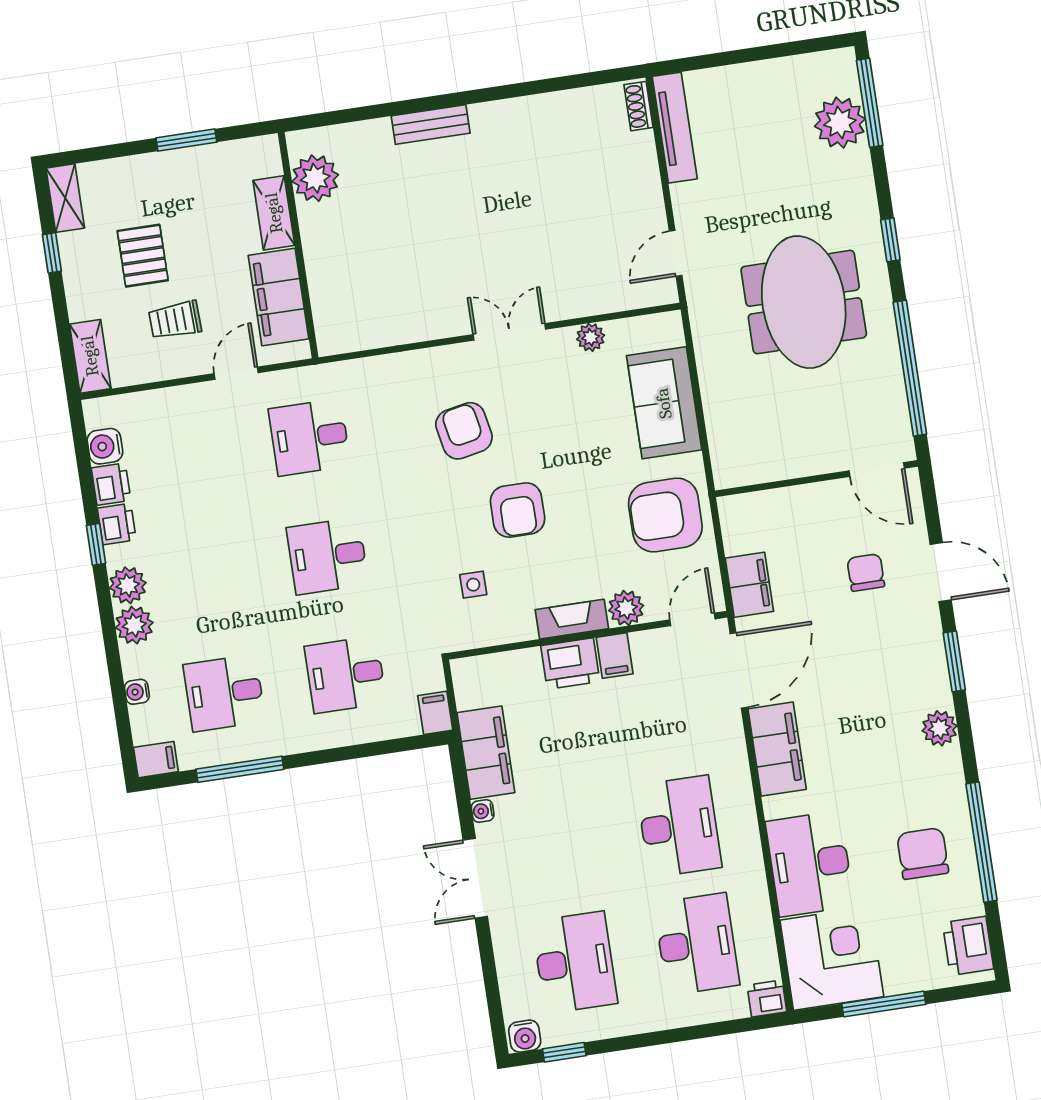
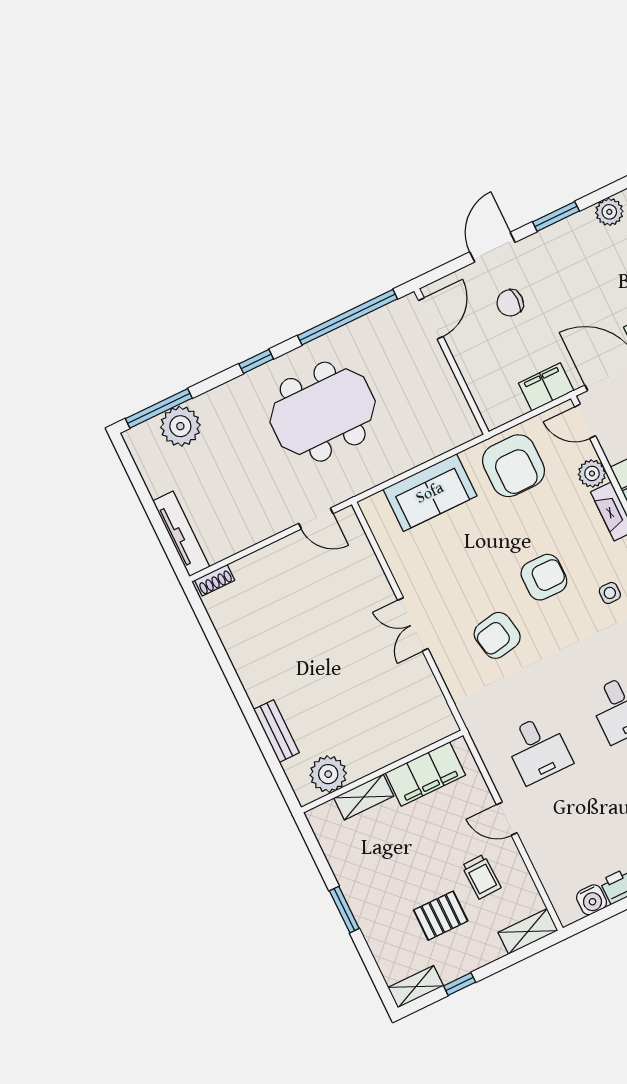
tv unit: (675, 128) -> (181, 534), moved, turned 90
plant: (315, 178) -> (328, 774), moved
shelving: (274, 213) -> (364, 797), moved
wall: (298, 245) -> (382, 771), moved
filing cabinet: (279, 297) -> (425, 774), moved
plant: (591, 337) -> (398, 563), removed

